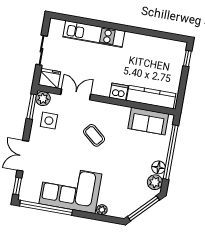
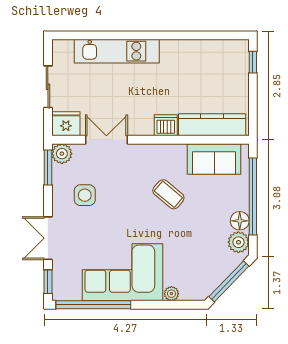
side table: (49, 121) -> (85, 195), moved
coffee table: (94, 135) -> (168, 194), moved

